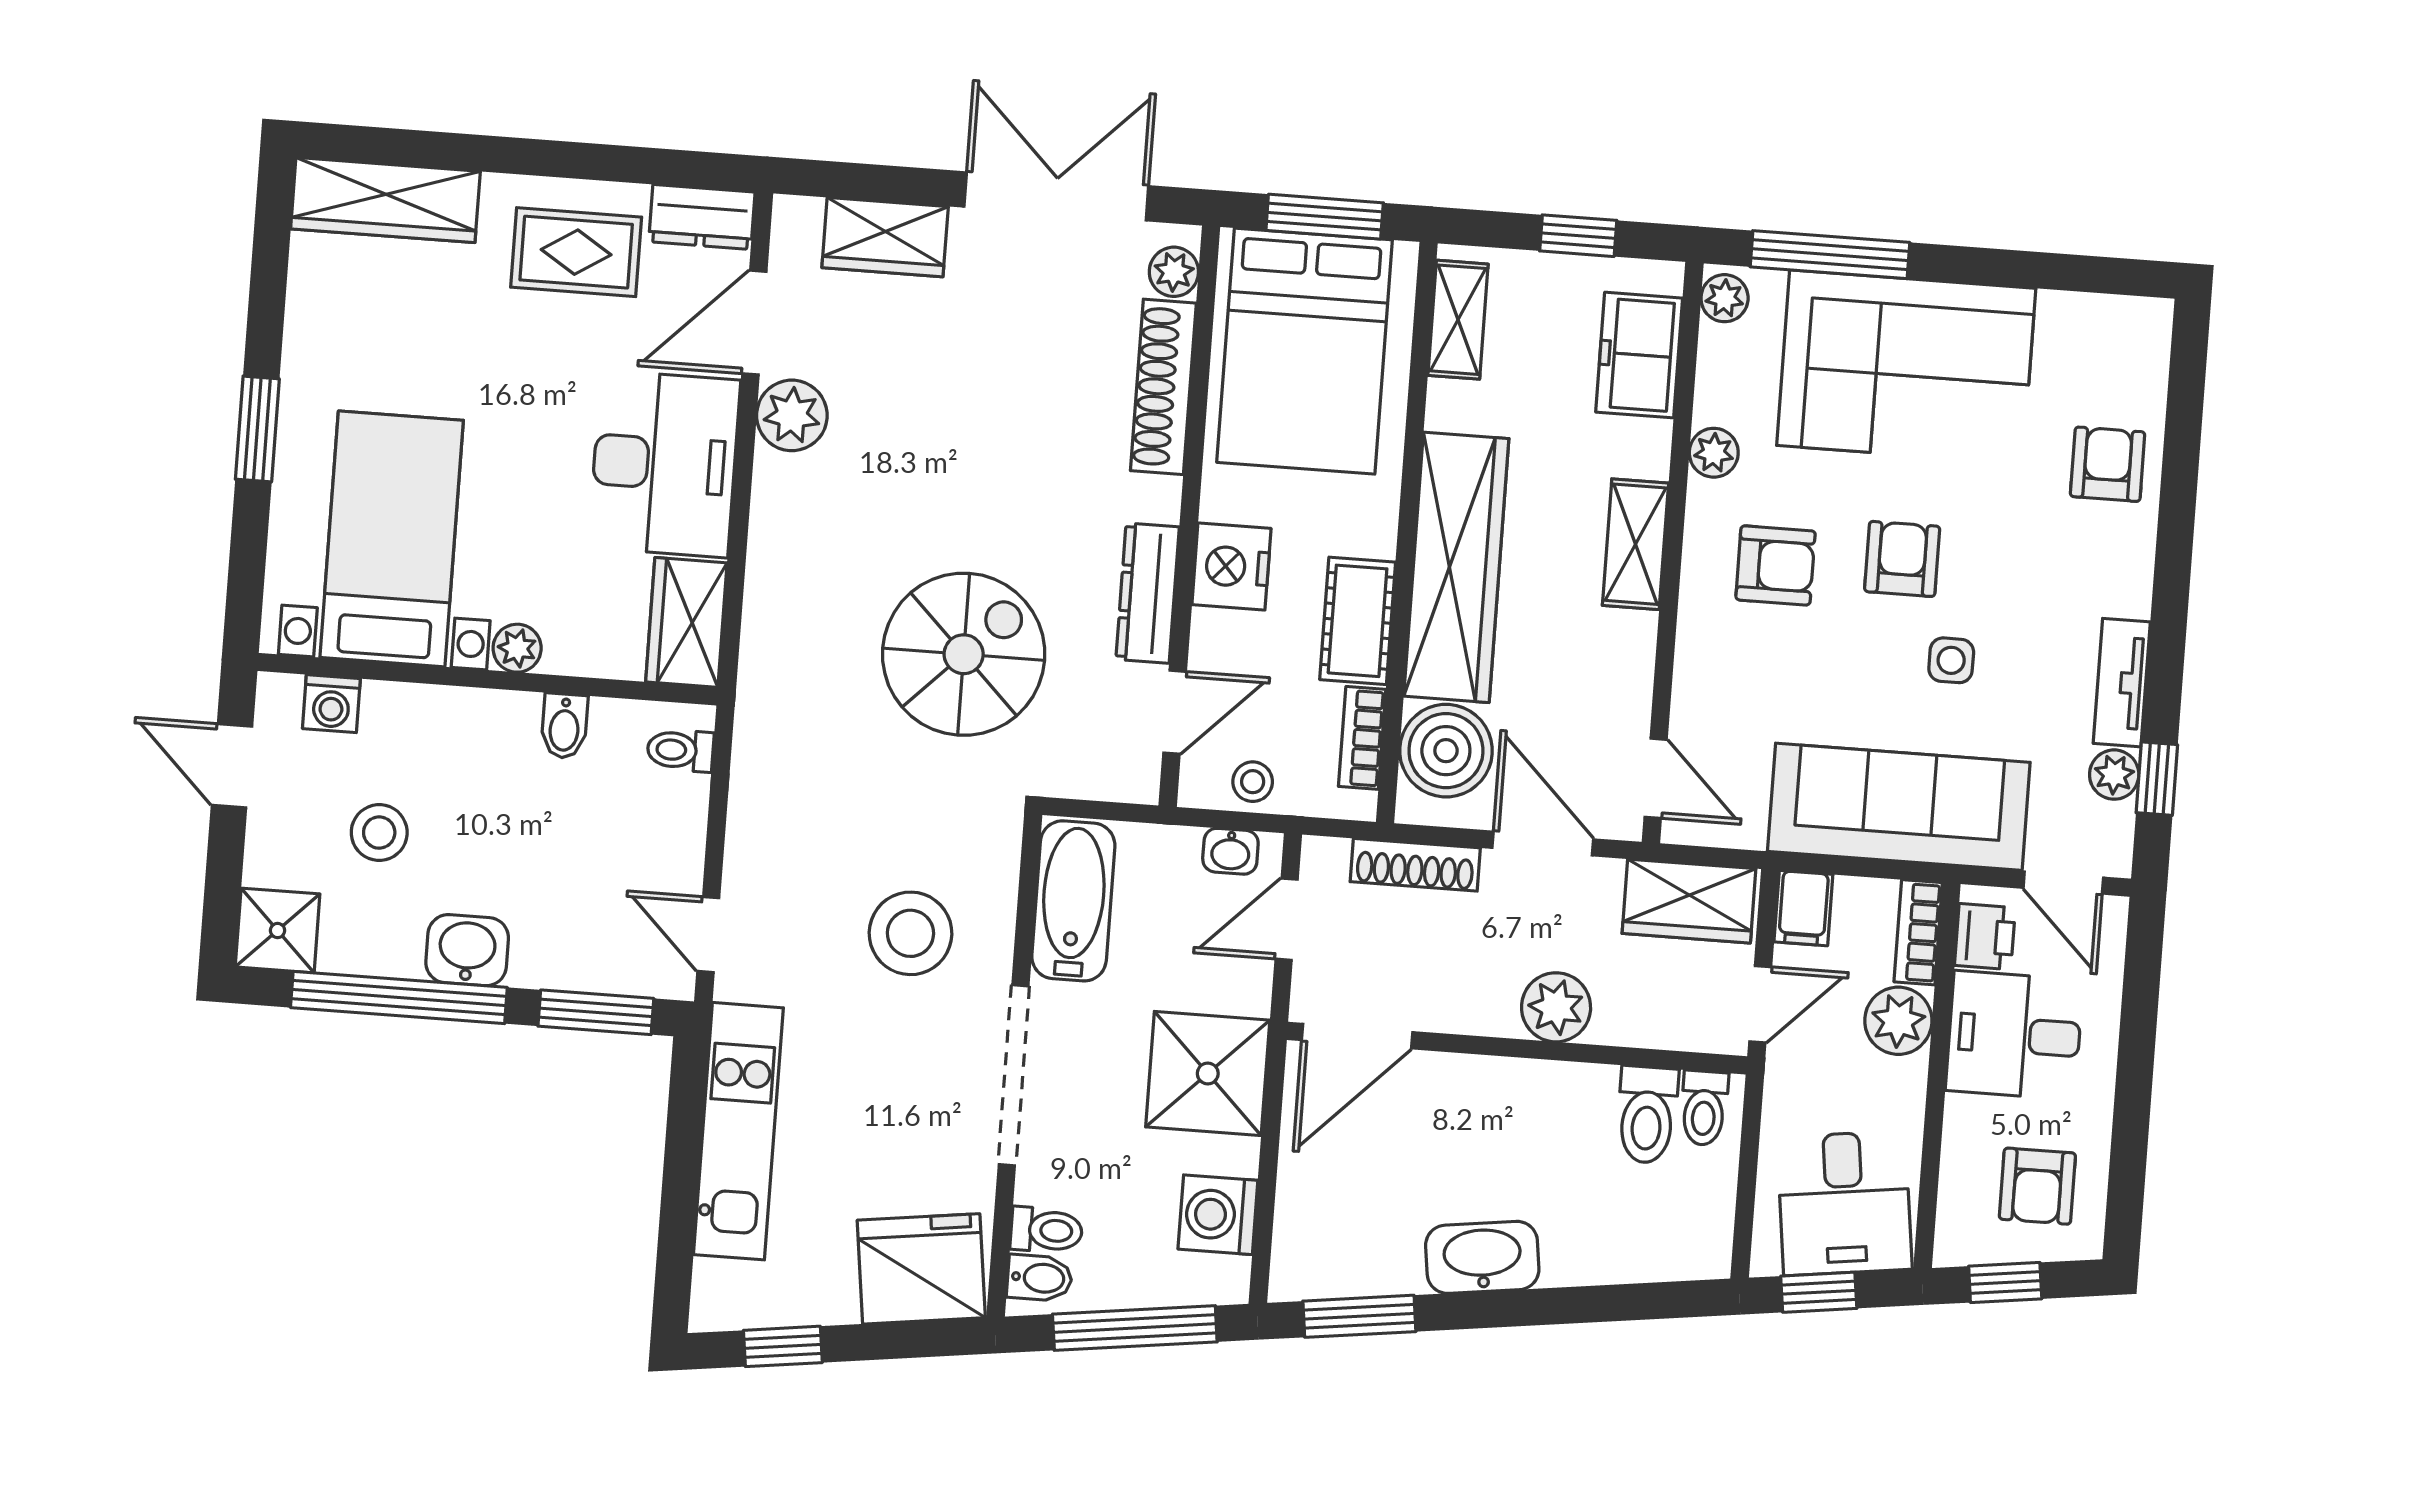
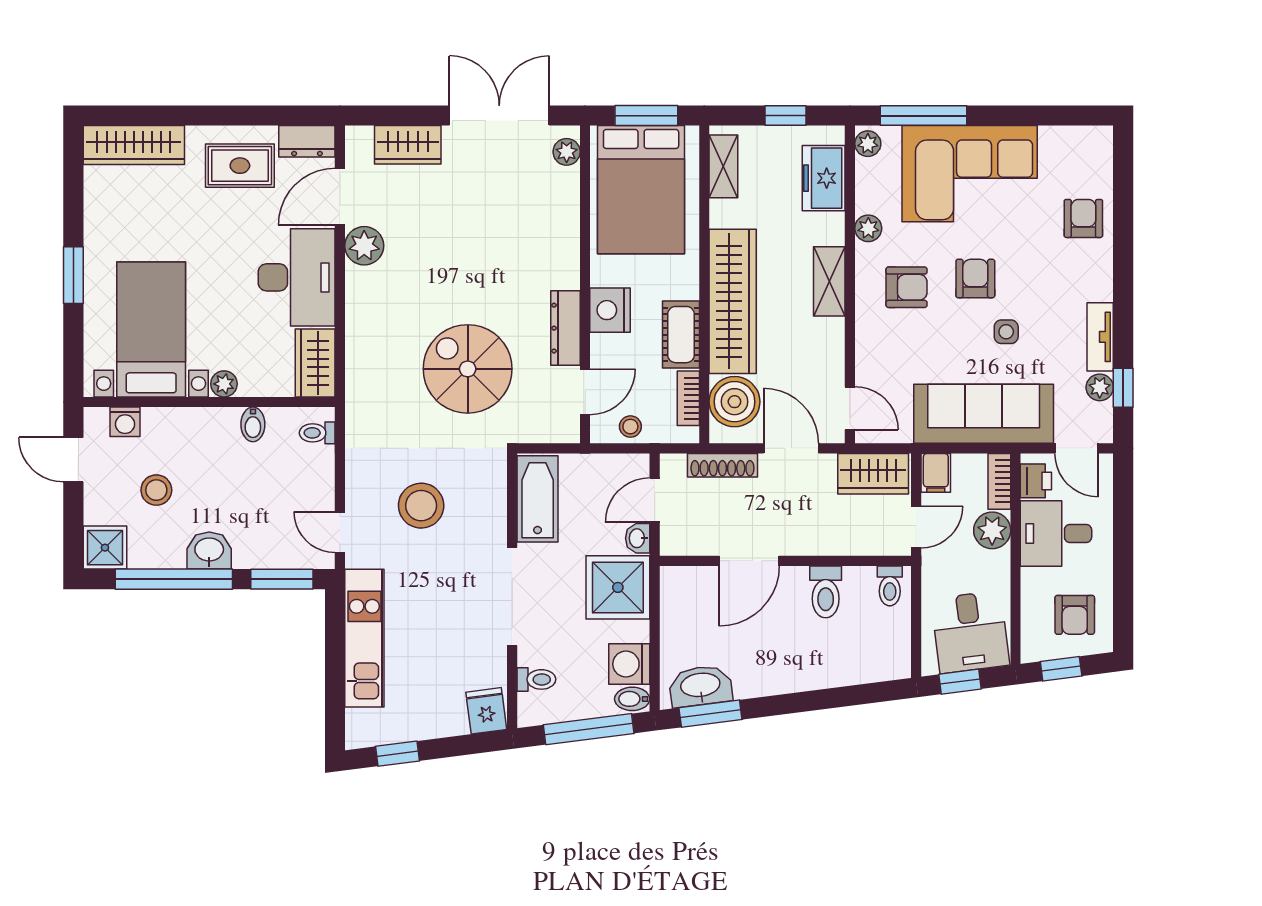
shoe rack: (1163, 387) -> (566, 215), removed
spiral stairs: (964, 654) -> (468, 369), turned -90
washbasin: (1230, 851) -> (638, 538), moved, turned 90
stool: (910, 933) -> (421, 506), moved
plant: (1556, 1007) -> (805, 537), removed
door: (1357, 1036) -> (749, 561), moved
toilet: (1647, 1115) -> (826, 592), moved
washbasin: (1482, 1257) -> (700, 686), moved
fridge: (921, 1269) -> (486, 711), width x0.53, depth x0.75
bidet: (1040, 1278) -> (632, 699), moved, turned 180

